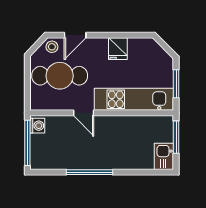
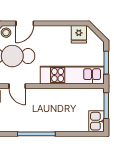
fridge: (118, 49) -> (79, 34), moved
door: (84, 113) -> (17, 86), moved

